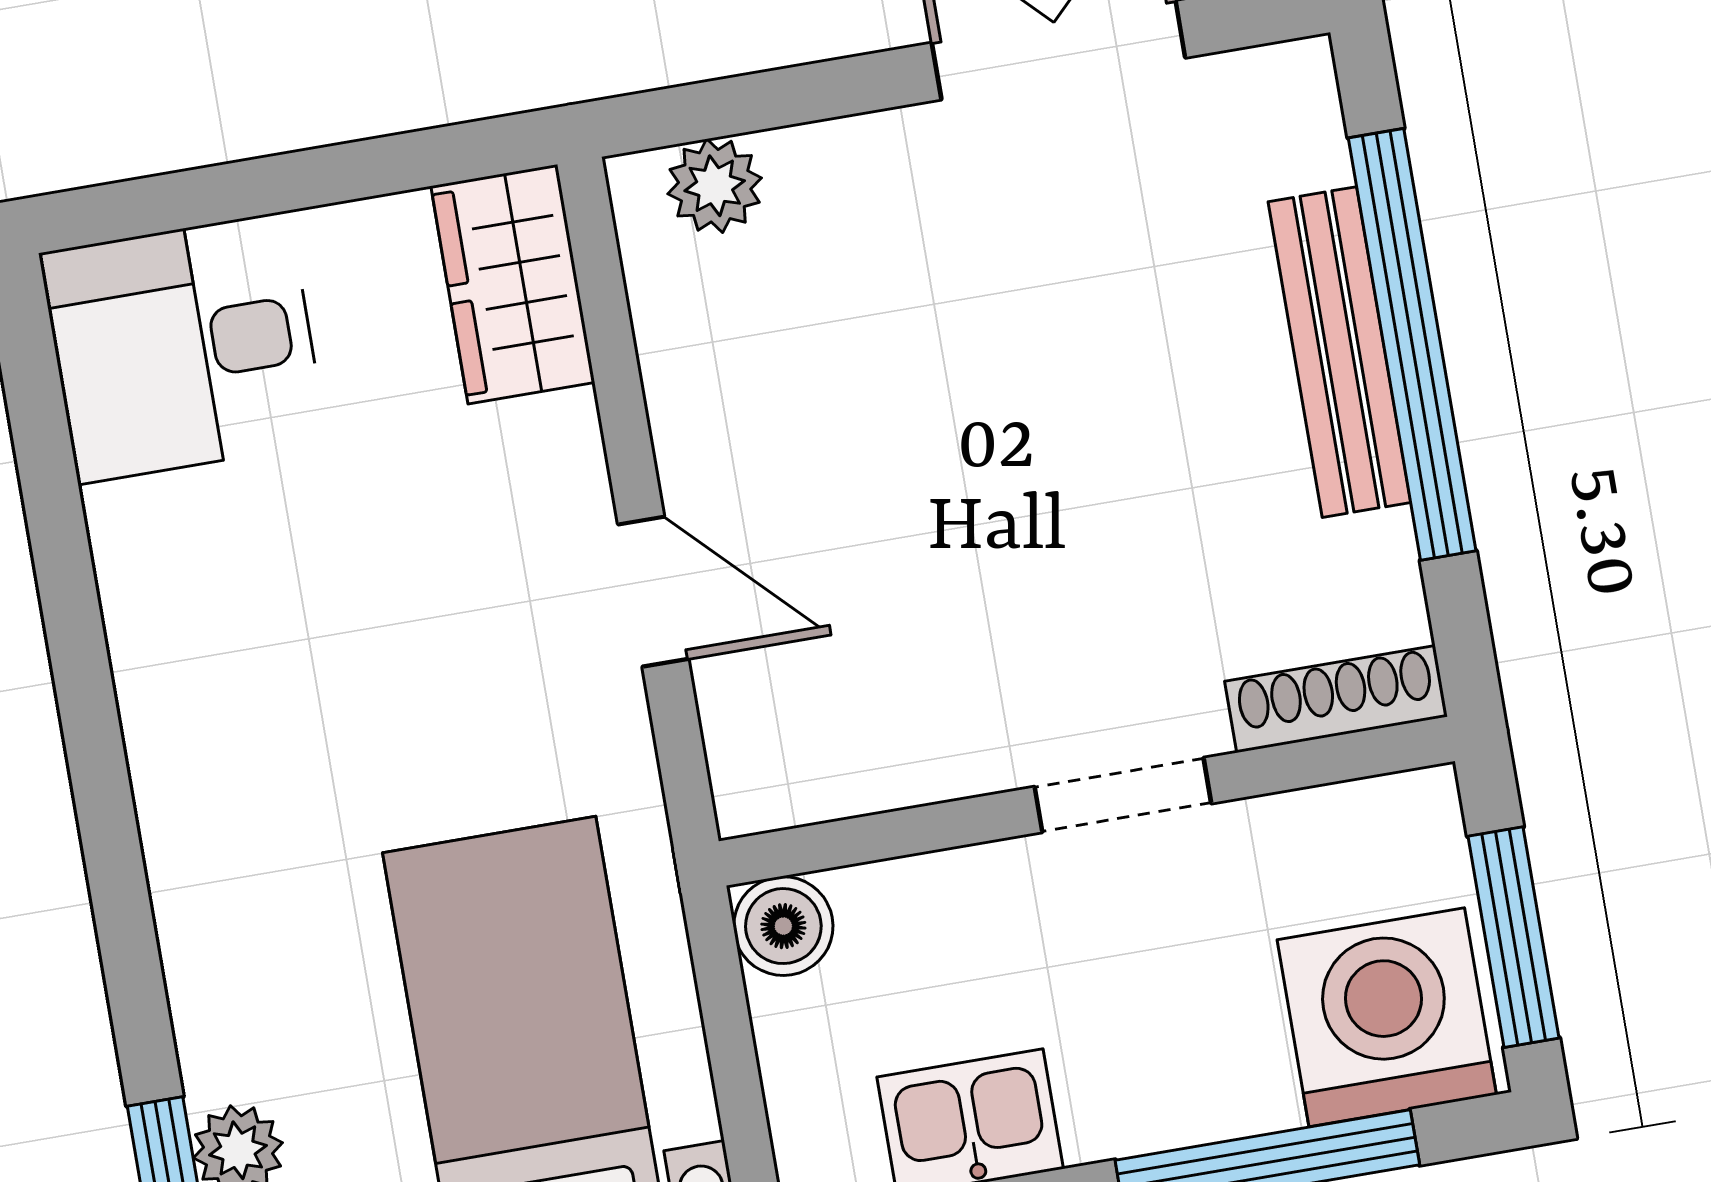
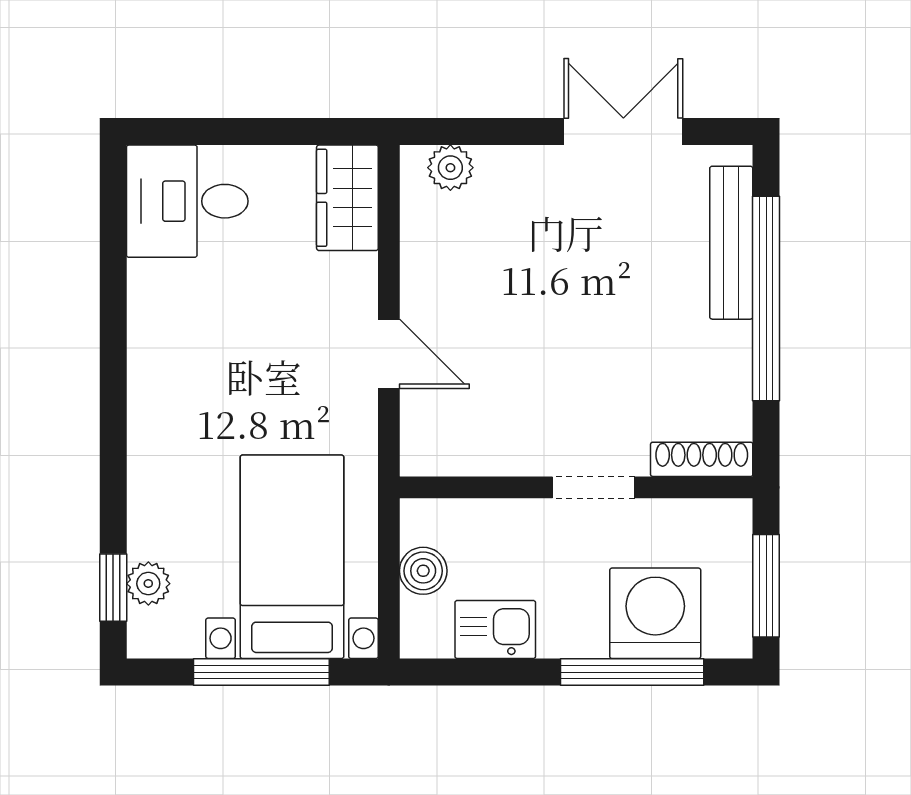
bench: (1339, 352) -> (731, 243), moved
boiler: (783, 926) -> (423, 571), moved
washing machine: (1387, 1017) -> (655, 613), moved

